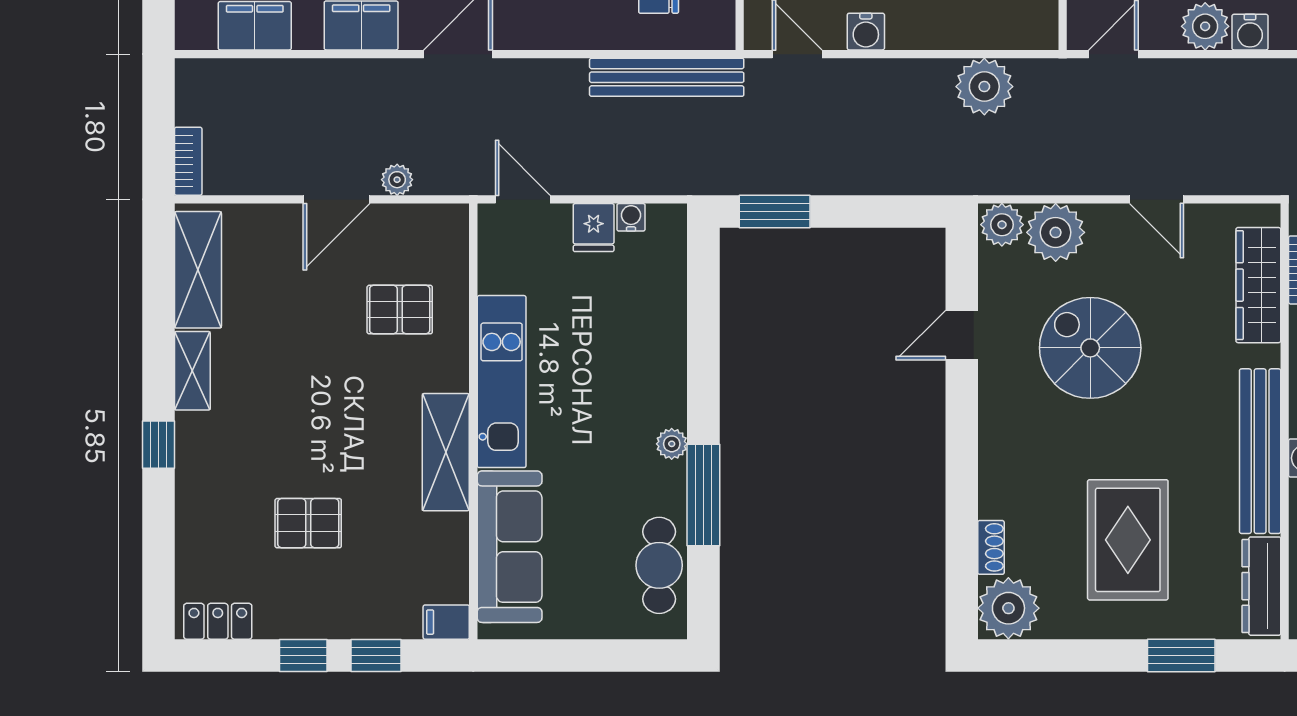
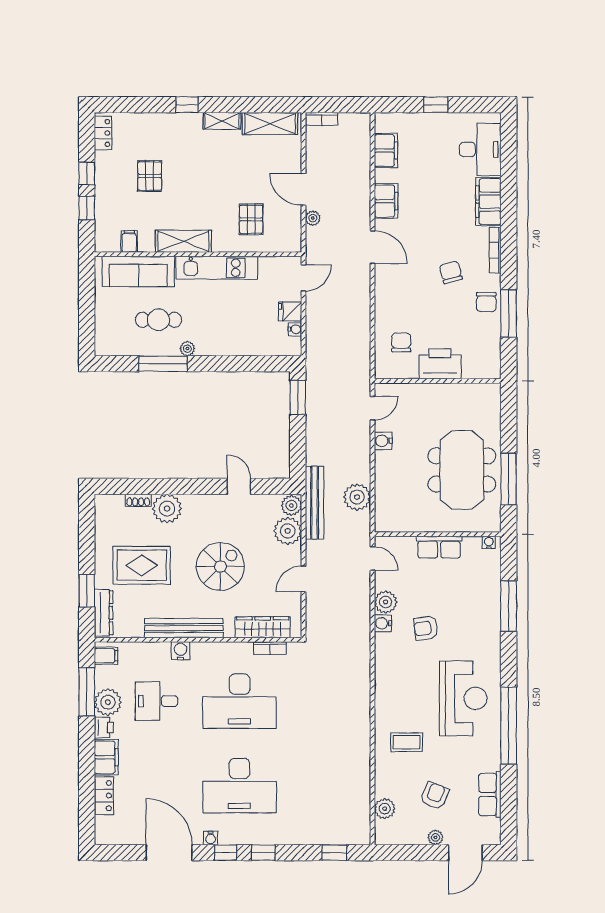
bench: (667, 77) -> (314, 503), moved
spiral stairs: (1090, 348) -> (220, 567), moved
cafe table: (659, 565) -> (158, 320), moved
dresser: (1261, 586) -> (104, 613), moved, turned 90
plant: (1008, 608) -> (167, 509), moved
filing cabinet: (446, 622) -> (129, 241), moved

